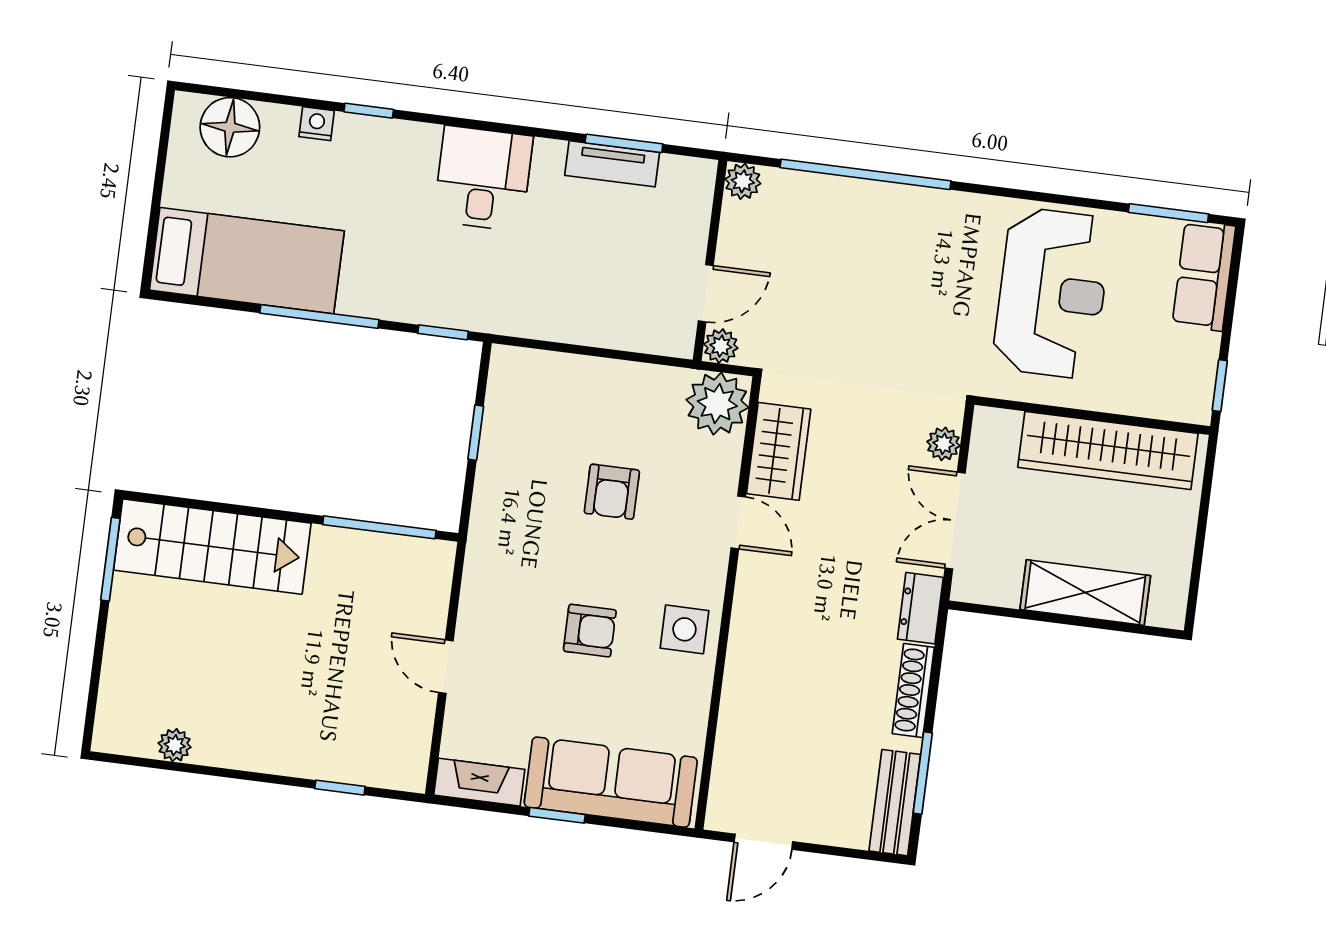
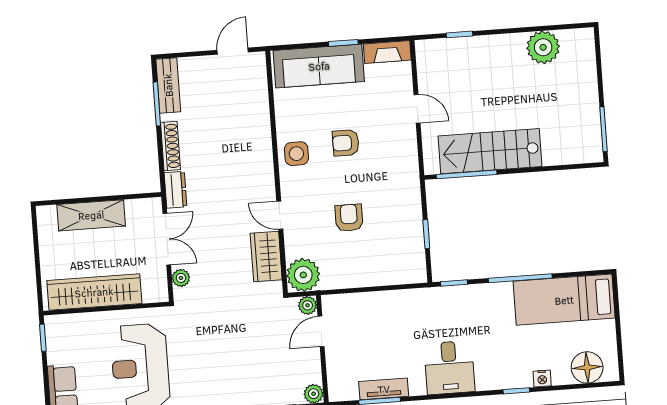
stairs: (212, 547) -> (490, 151), moved
plant: (175, 745) -> (543, 47), width x1.88, depth x1.88

